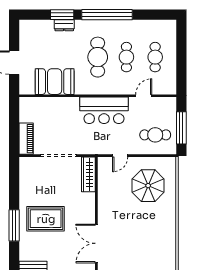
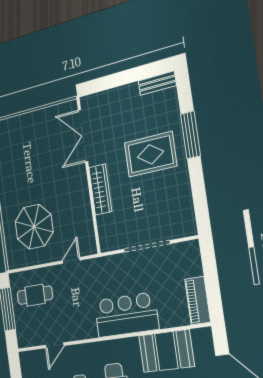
bar counter: (104, 110) -> (126, 315), moved
piano: (26, 139) -> (198, 301), moved
wardrobe: (88, 174) -> (100, 190), moved
double door: (96, 243) -> (83, 136), swing flipped

